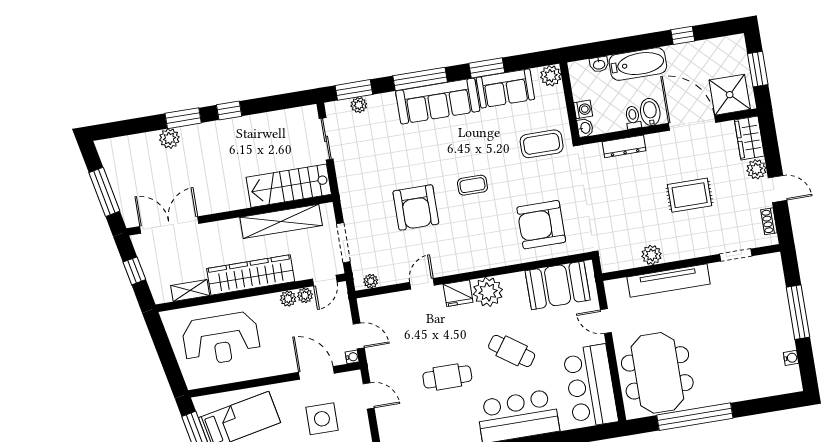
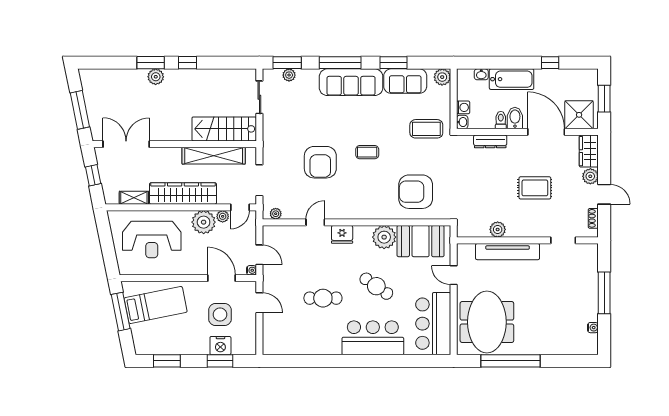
plant: (169, 138) -> (156, 77), moved
plant: (488, 292) -> (384, 237), moved
plant: (288, 299) -> (204, 222), width x1.87, depth x1.87

